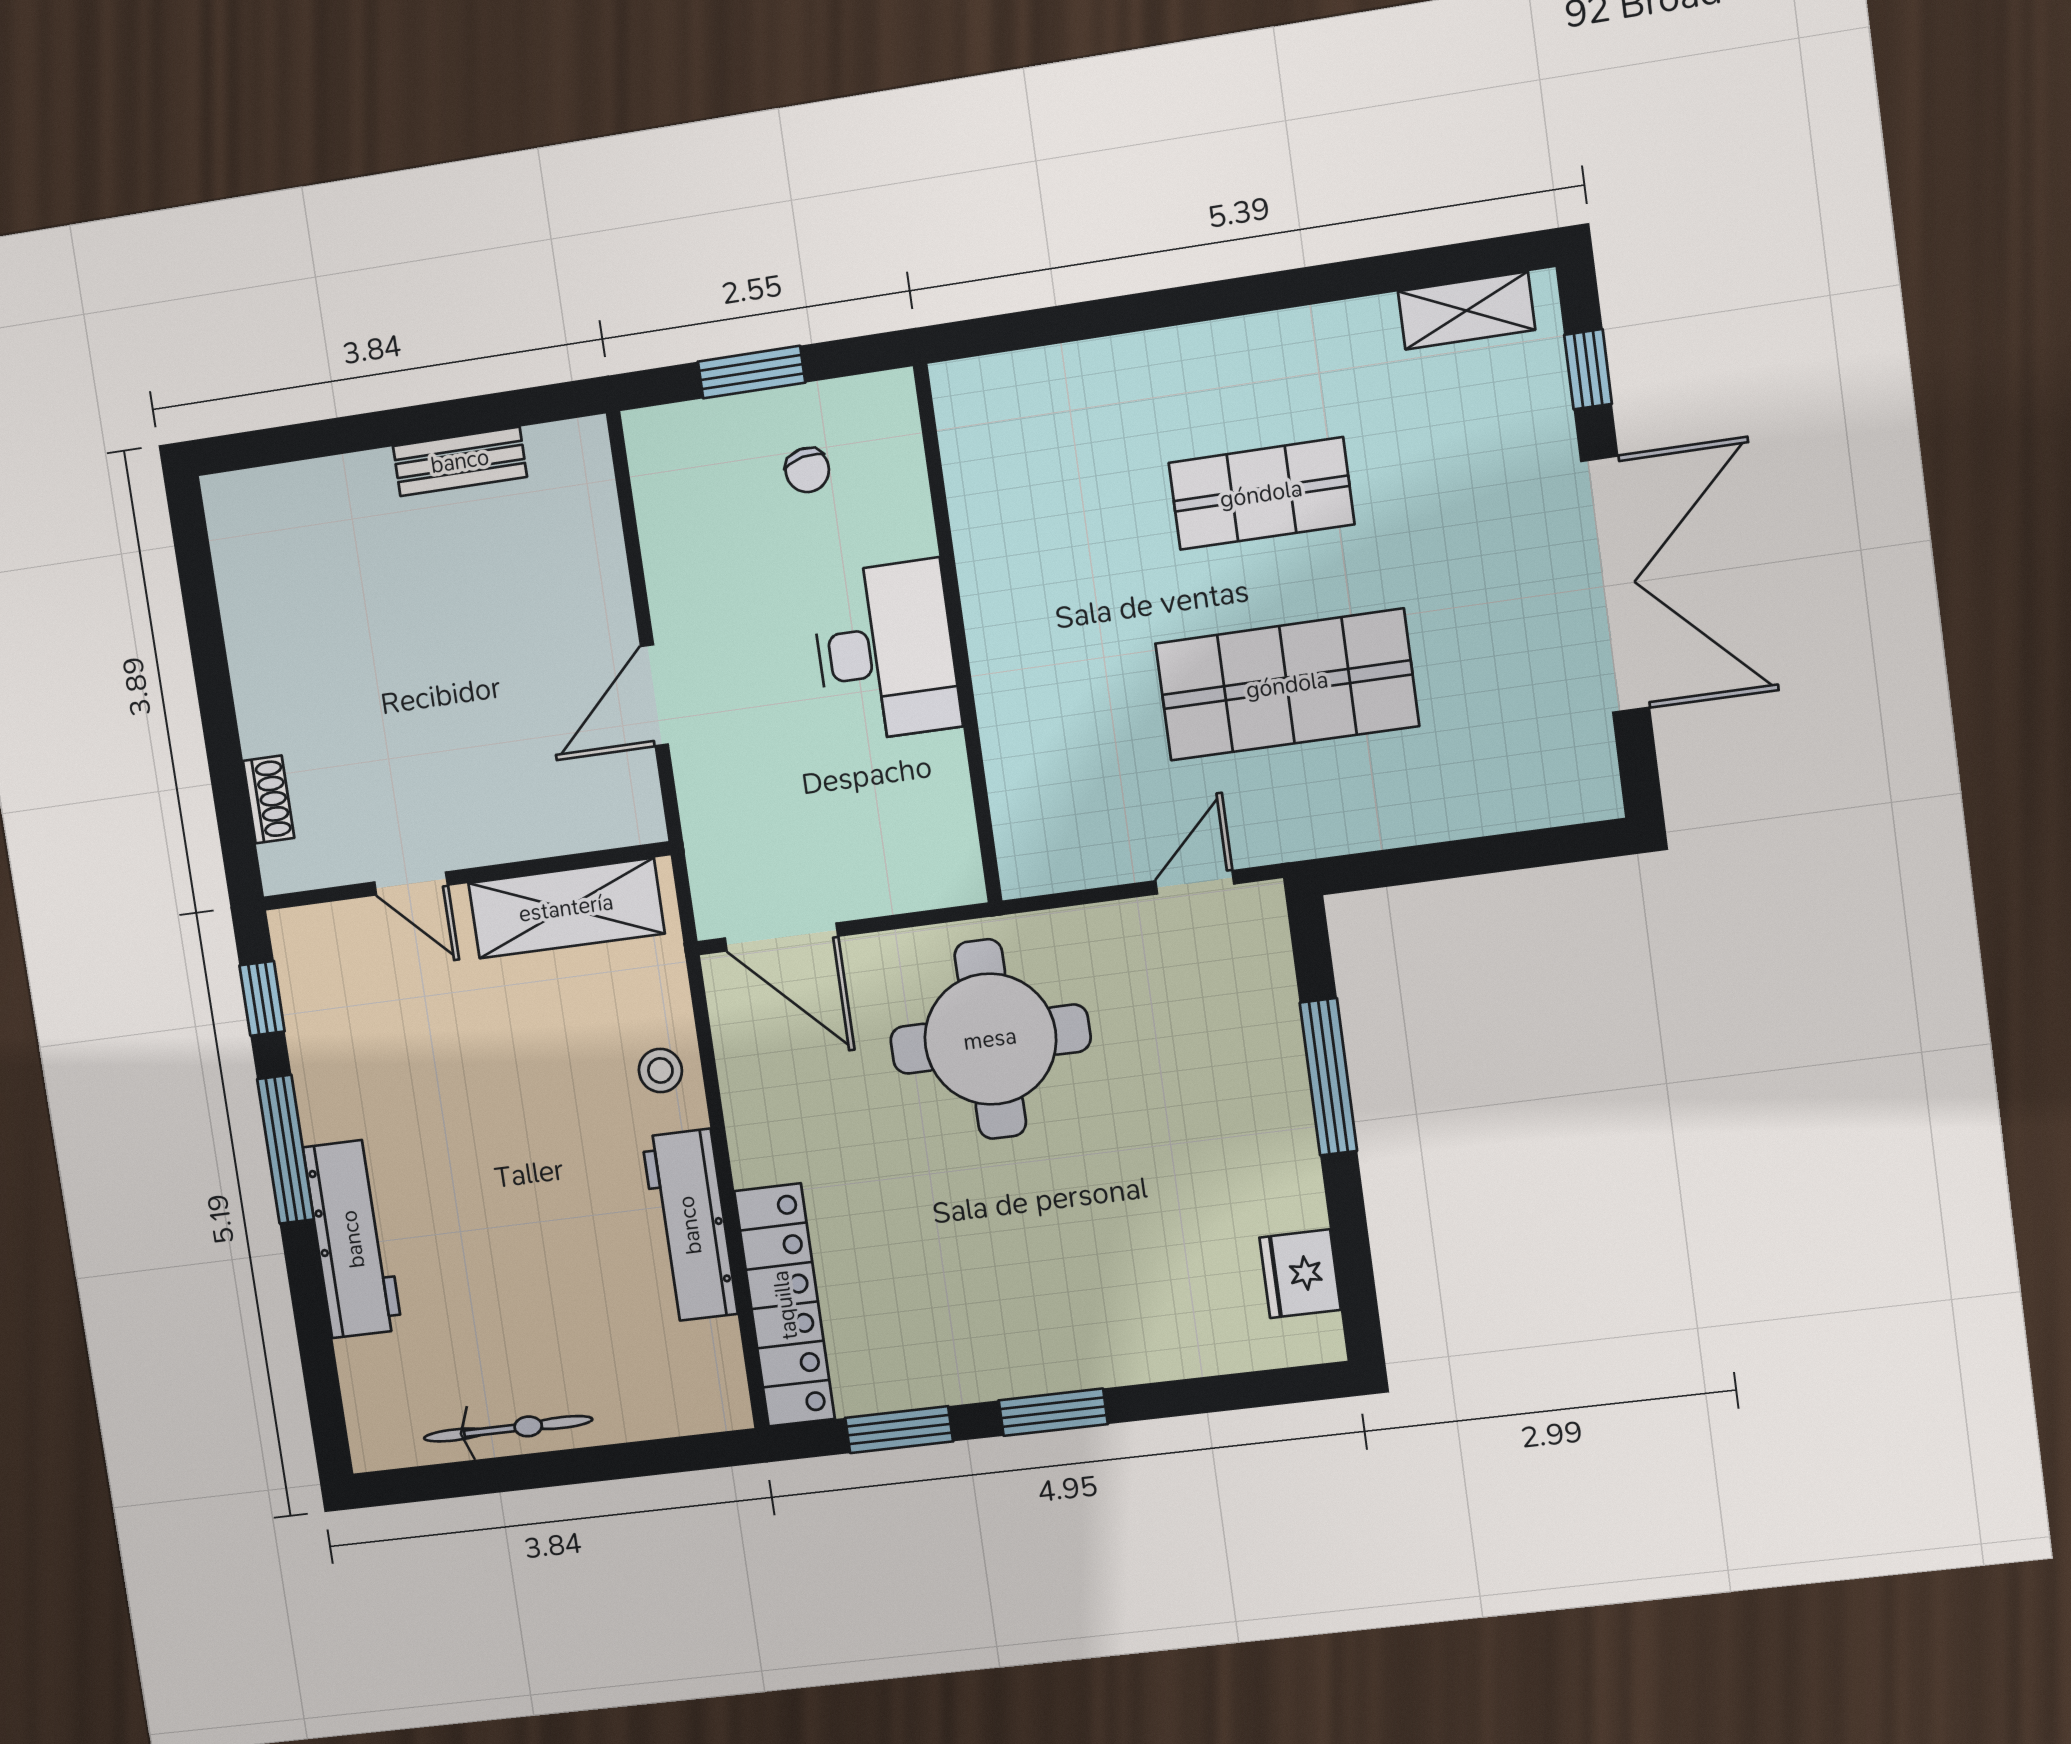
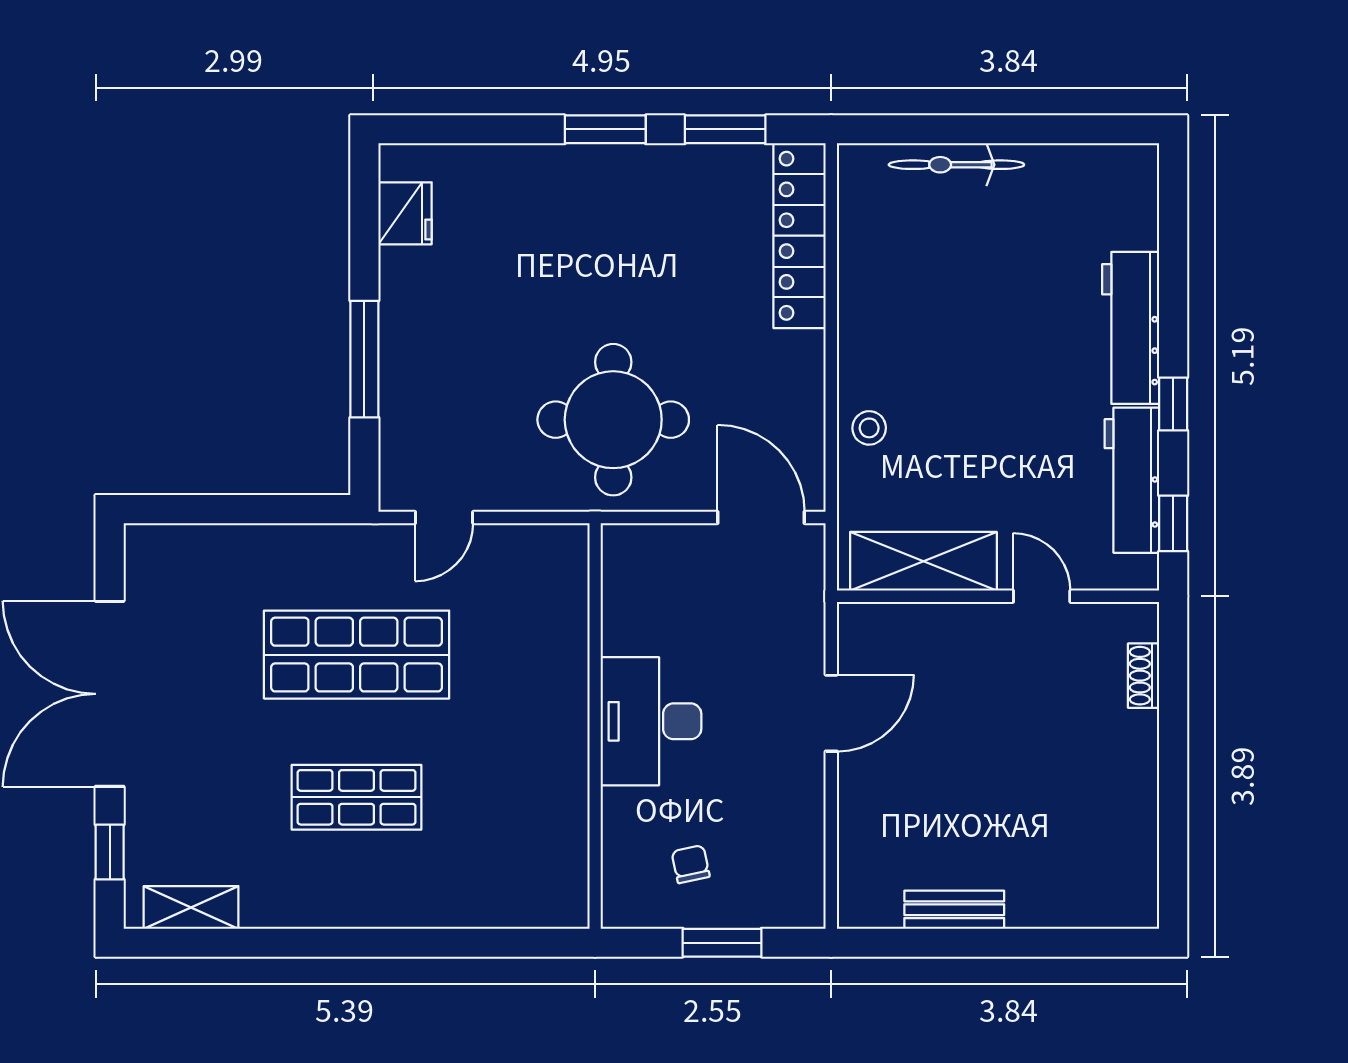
window: (286, 1149) -> (1173, 404), width x0.46
workbench: (690, 1225) -> (1132, 480), moved, turned 180
bicycle: (508, 1429) -> (956, 165), moved

